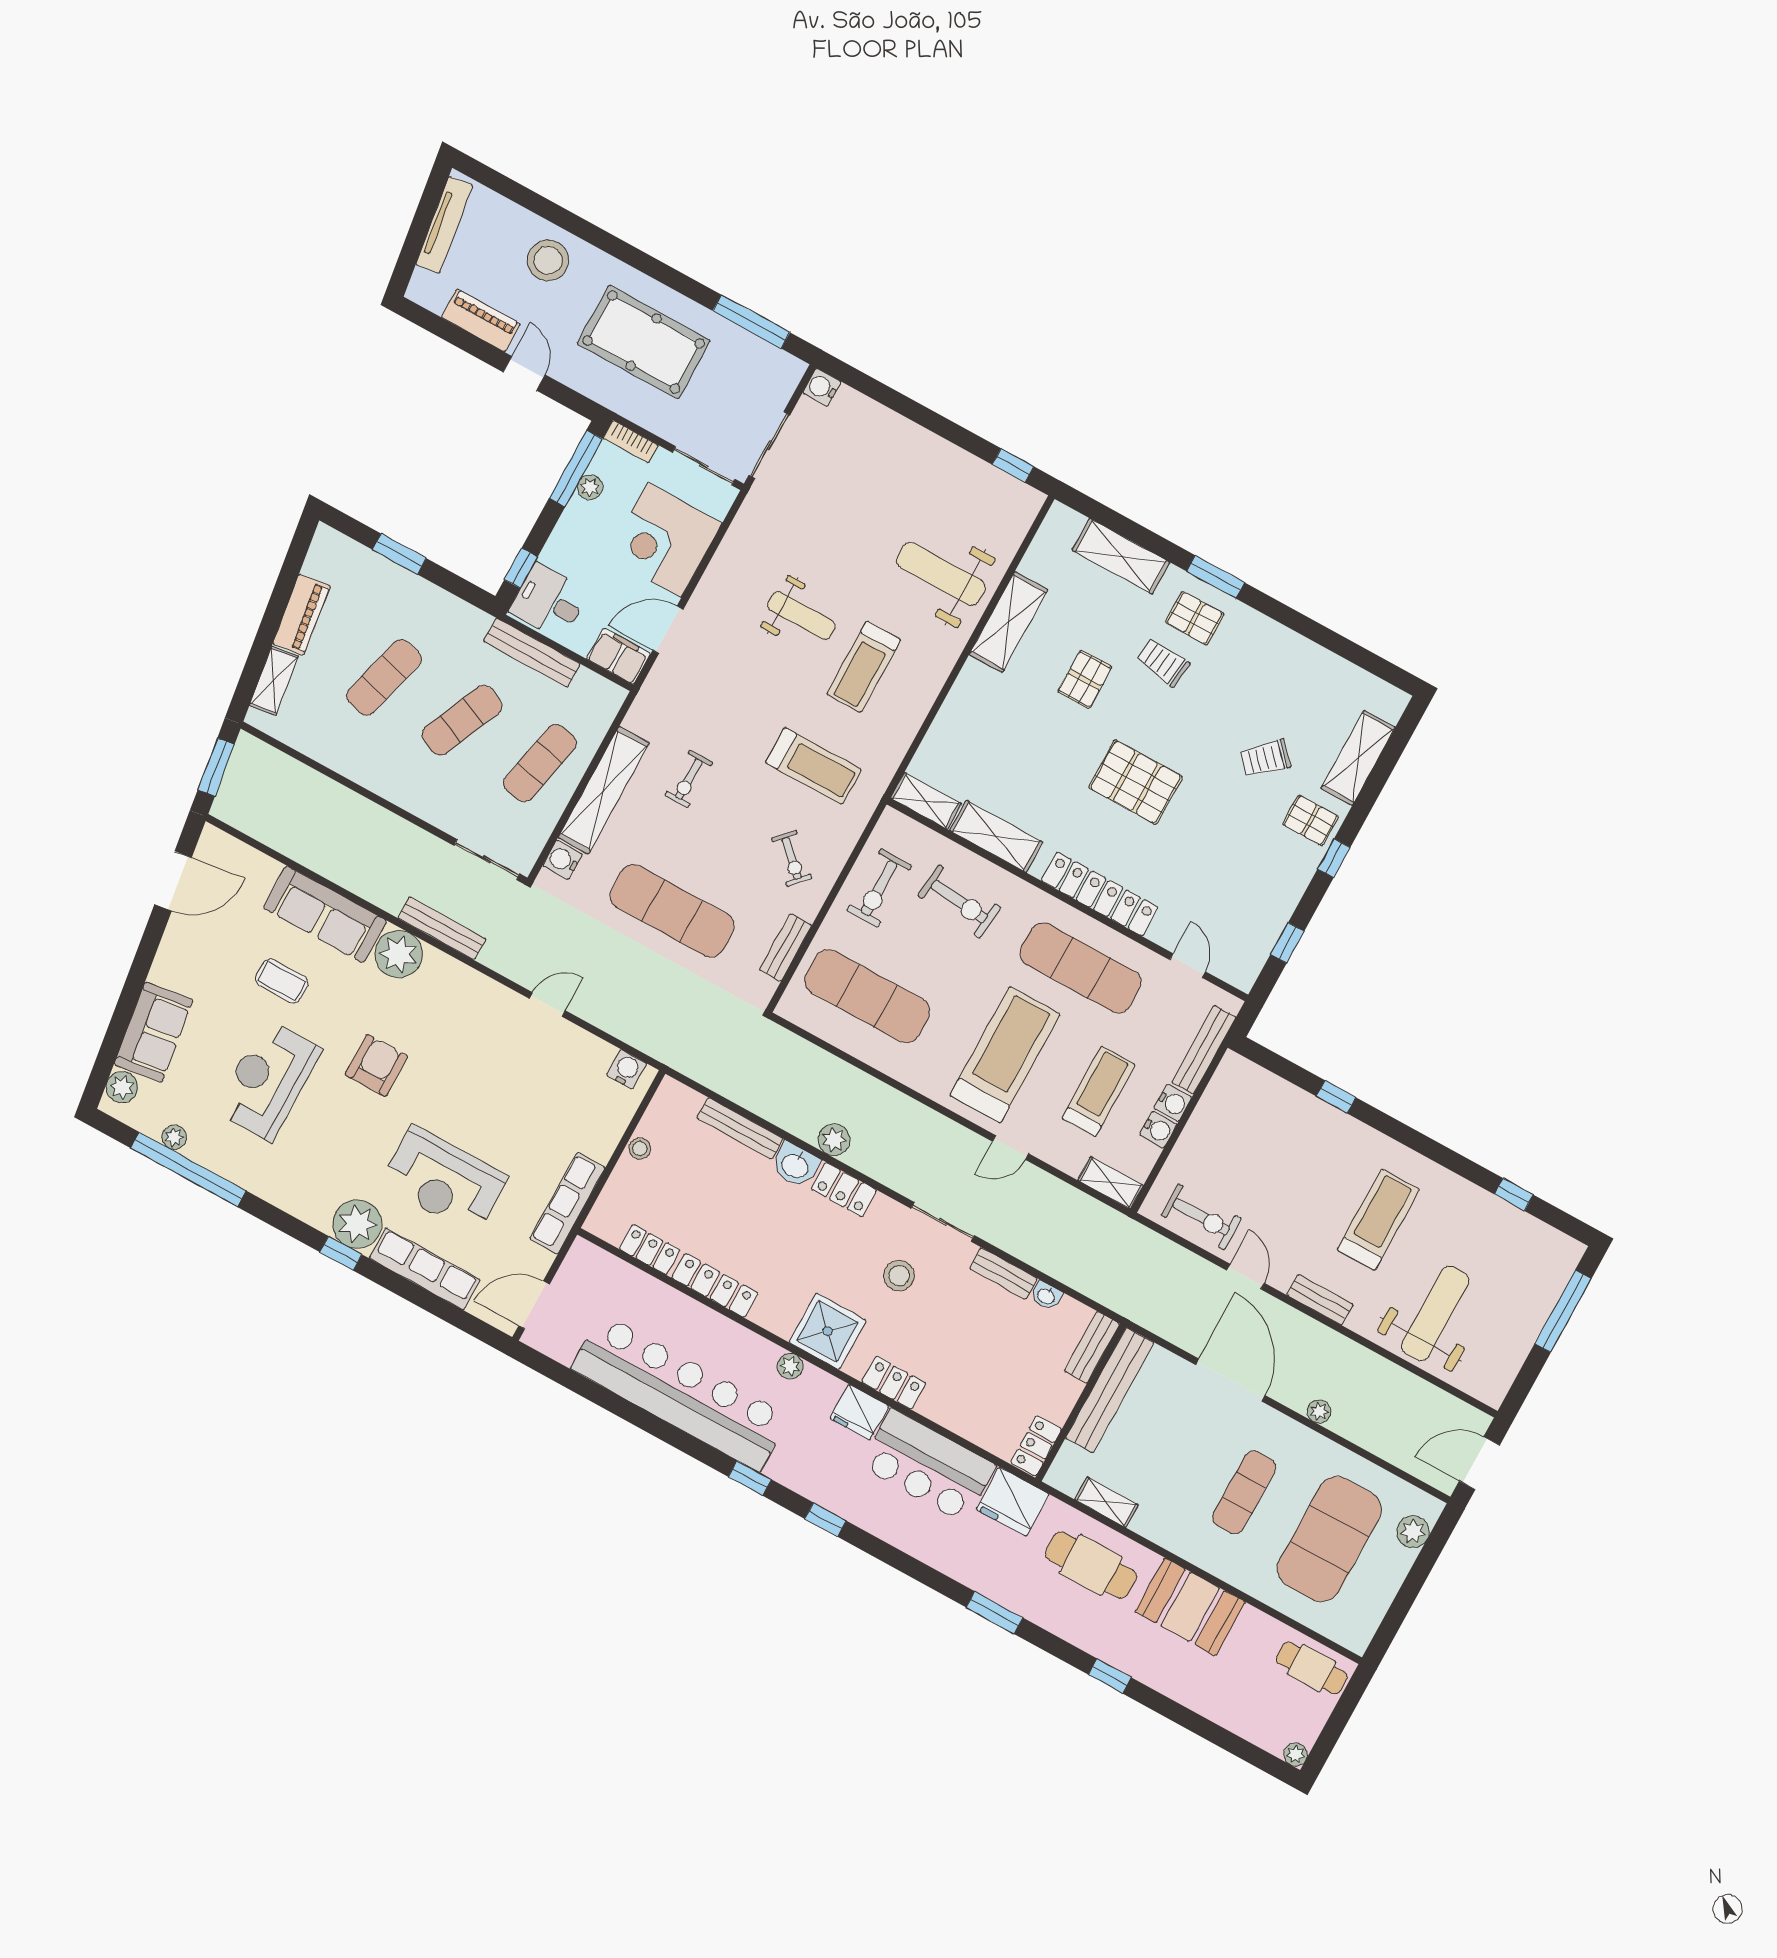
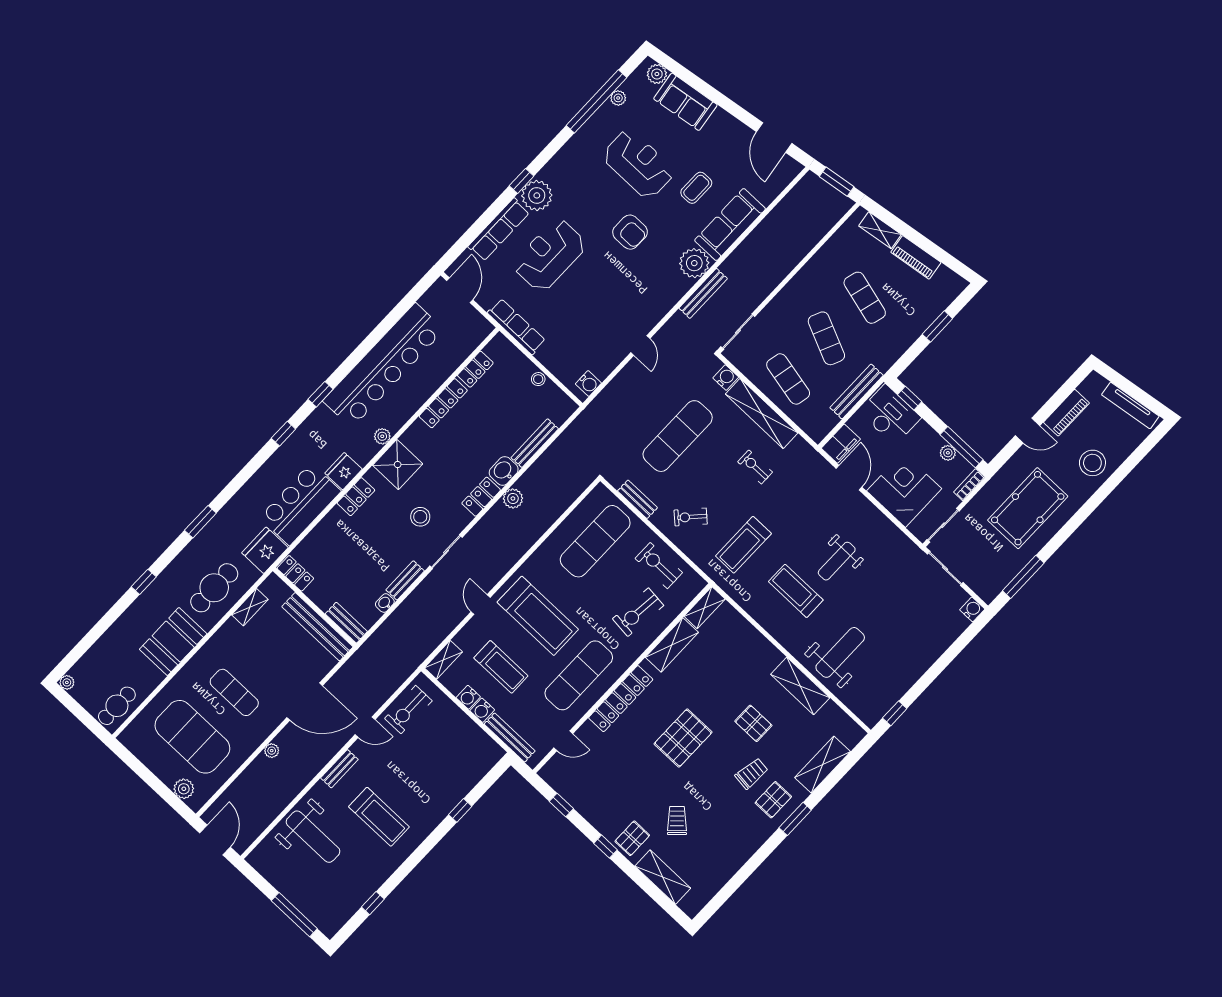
desk: (549, 601) -> (890, 415), width x1.37

